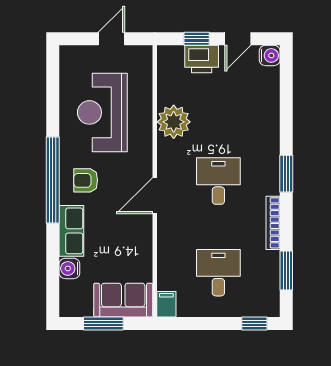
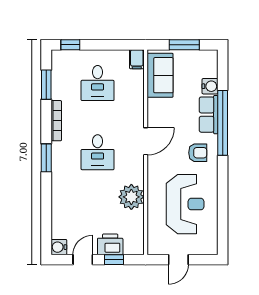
window: (53, 180) -> (223, 123), moved
sofa: (123, 300) -> (160, 75), moved, turned -90

